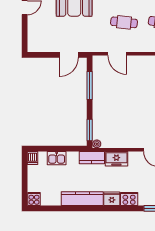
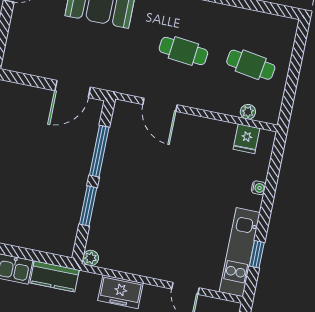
window: (90, 130) -> (88, 206), moved
kitchen counter: (92, 158) -> (55, 276), moved

